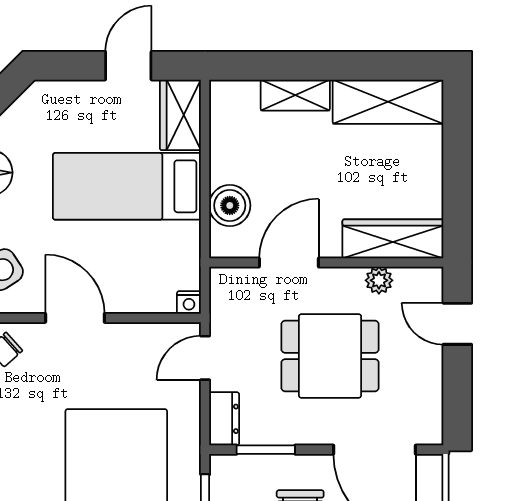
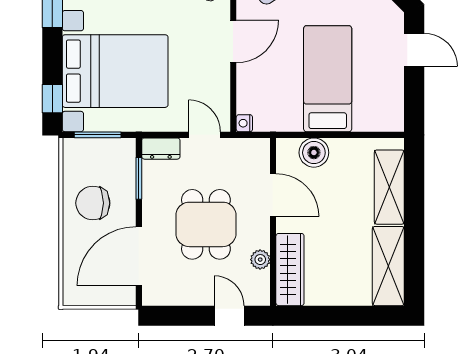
door: (128, 66) -> (414, 50), moved
shelving: (295, 95) -> (389, 187), width x1.50, depth x1.33
wardrobe: (180, 115) -> (379, 117), removed
door: (457, 324) -> (229, 316), hinge flipped

